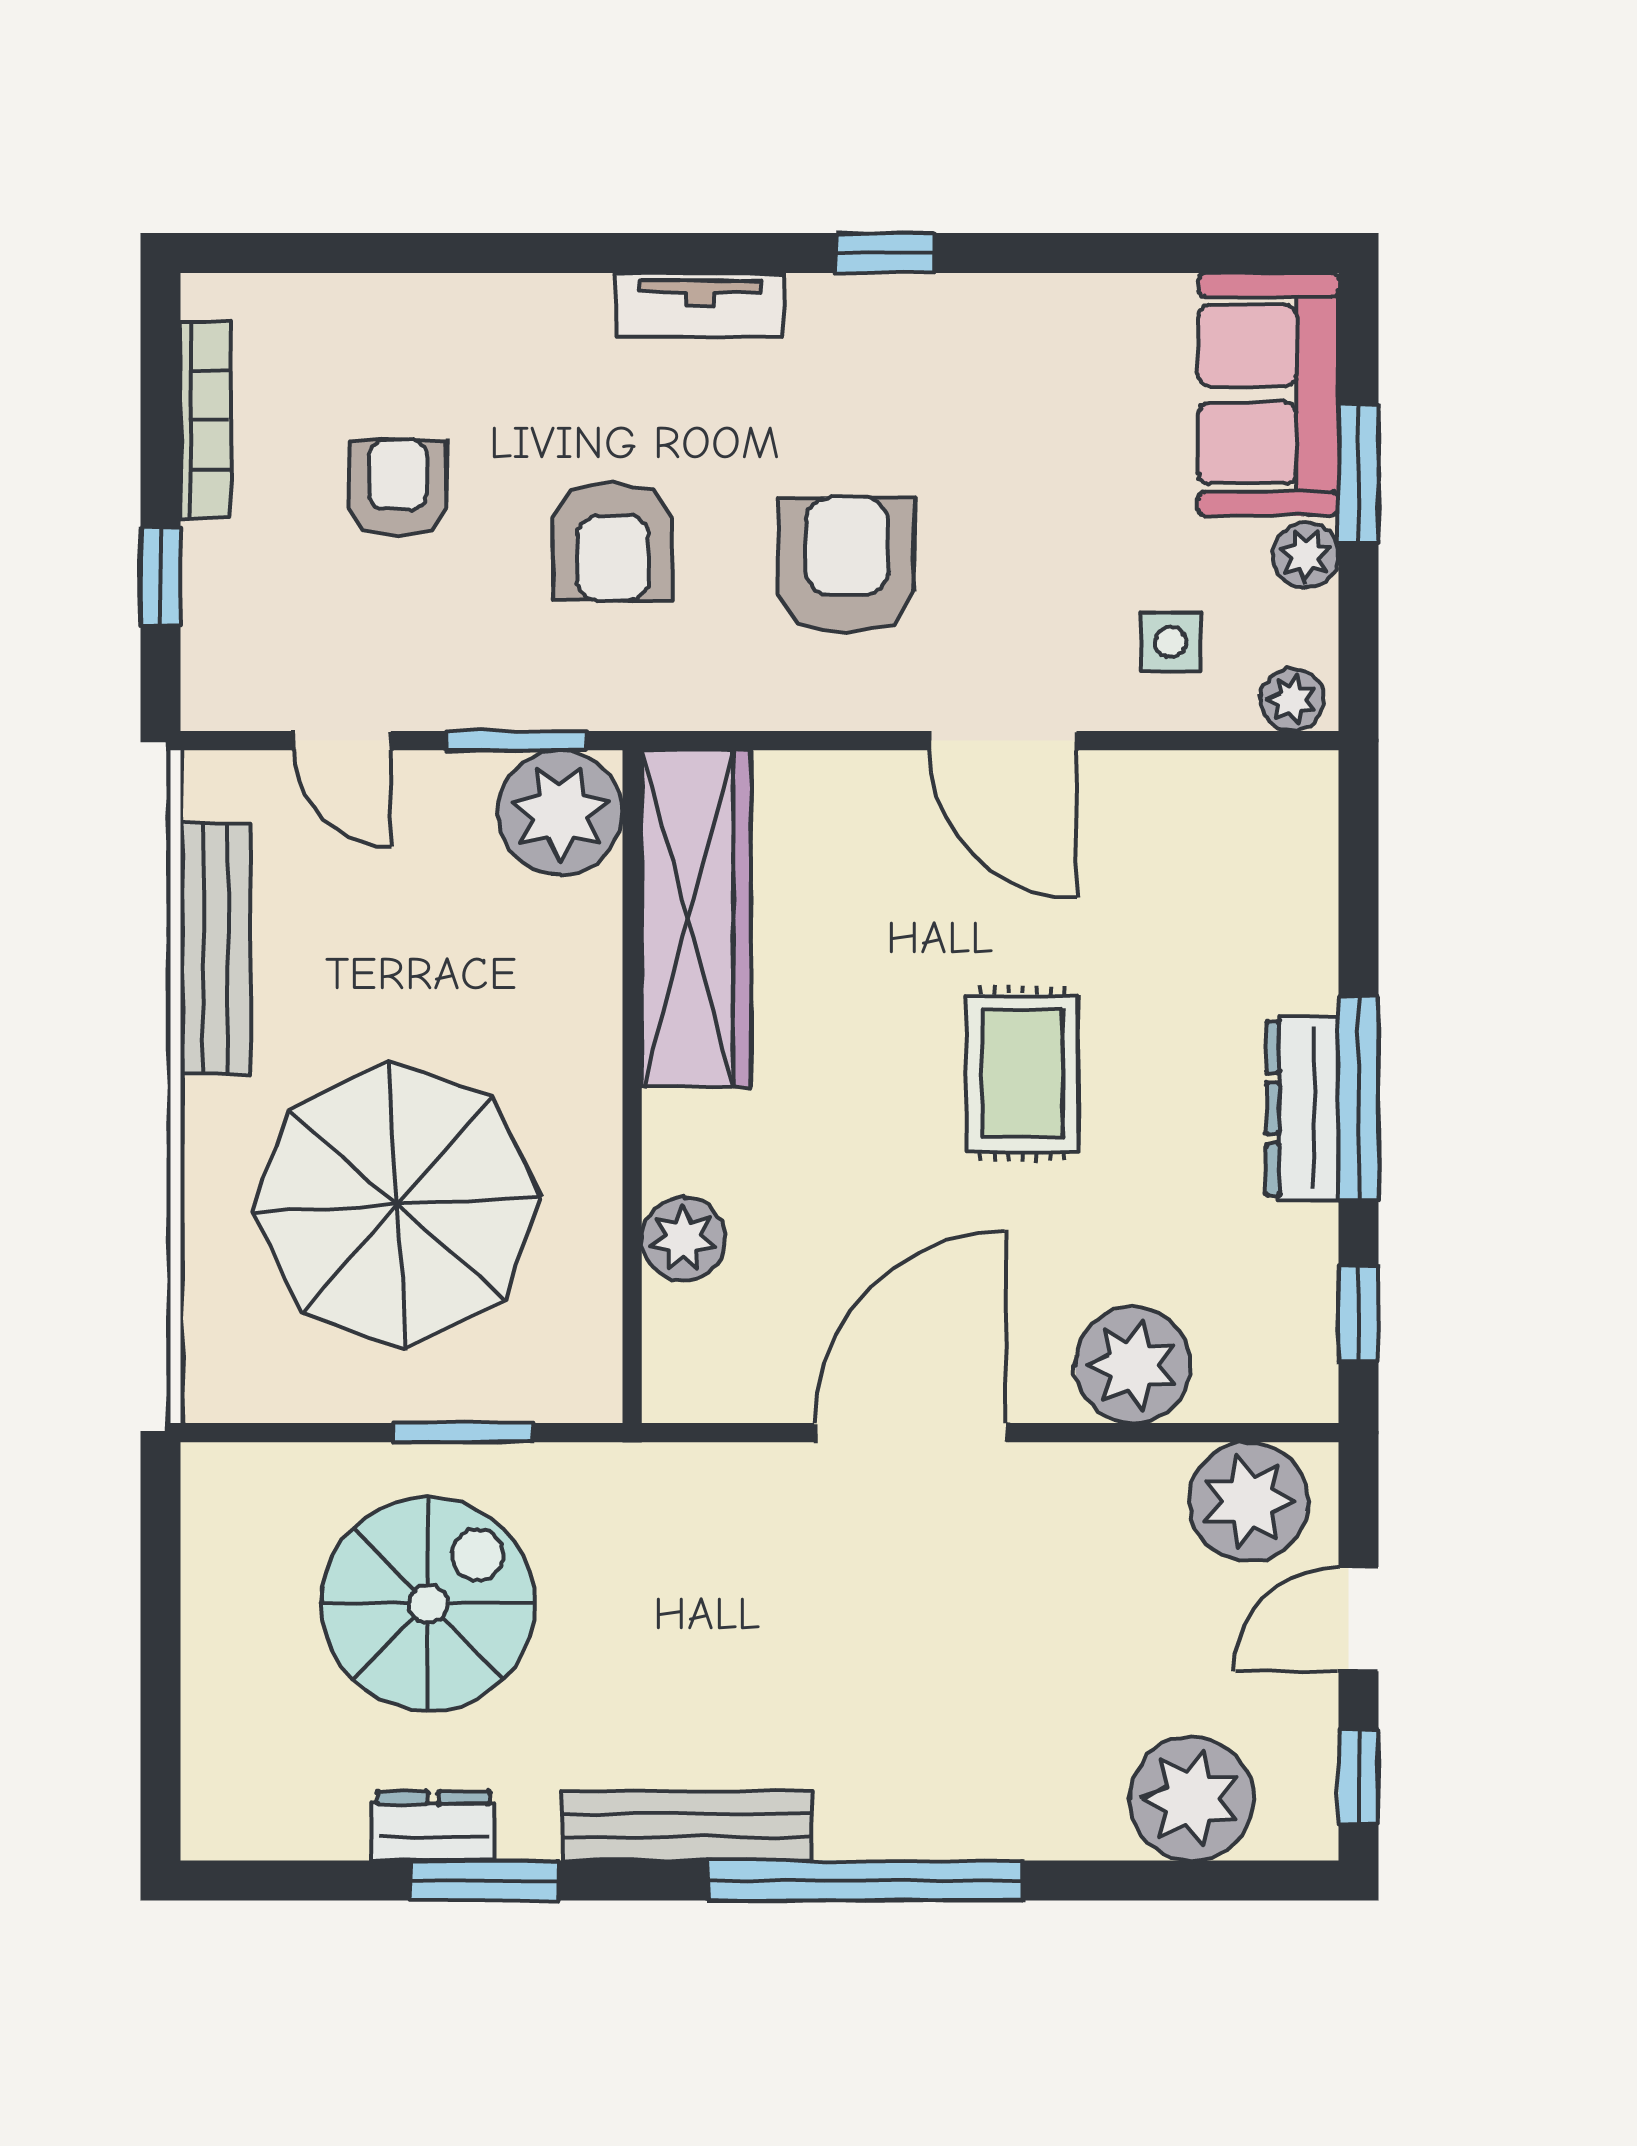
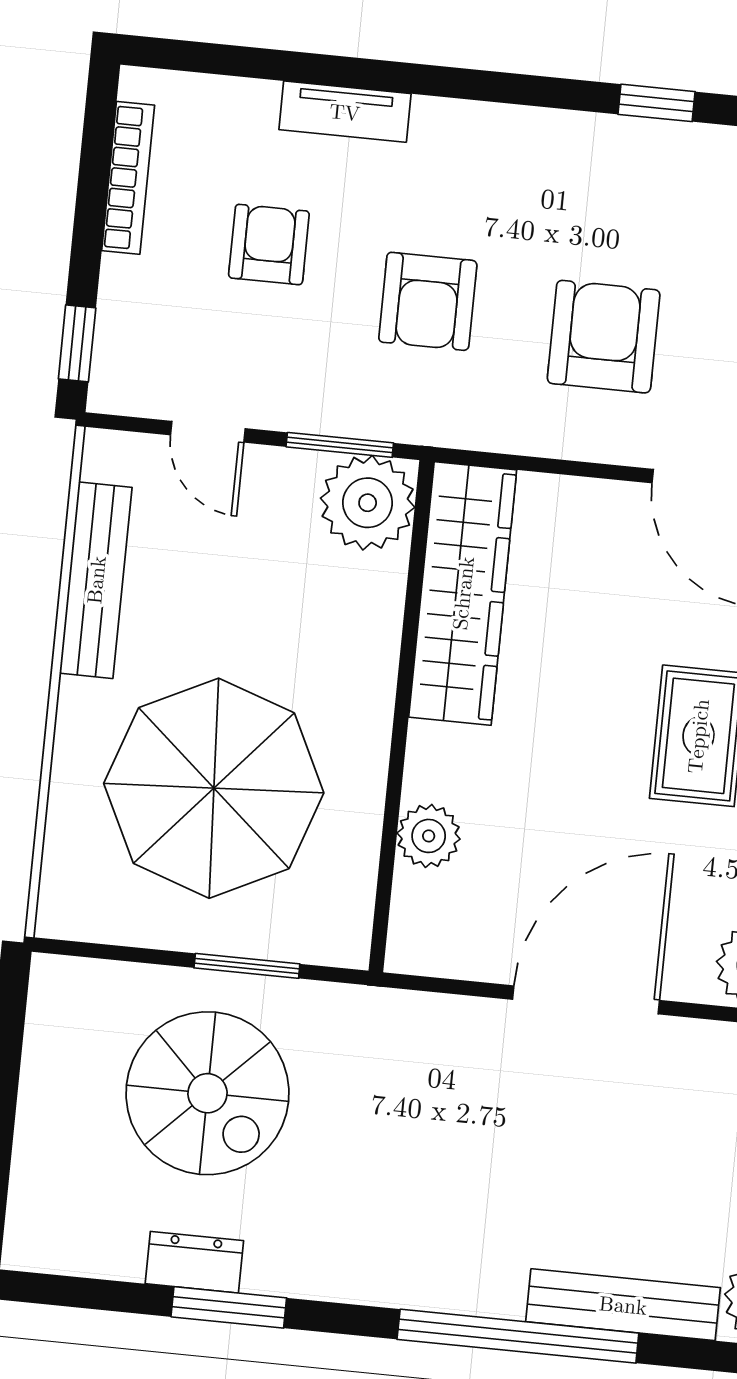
tv unit: (700, 305) -> (345, 112), moved
window: (160, 577) -> (77, 343), moved
spiral stairs: (428, 1604) -> (207, 1093), turned 90
bench: (687, 1826) -> (623, 1305), moved

